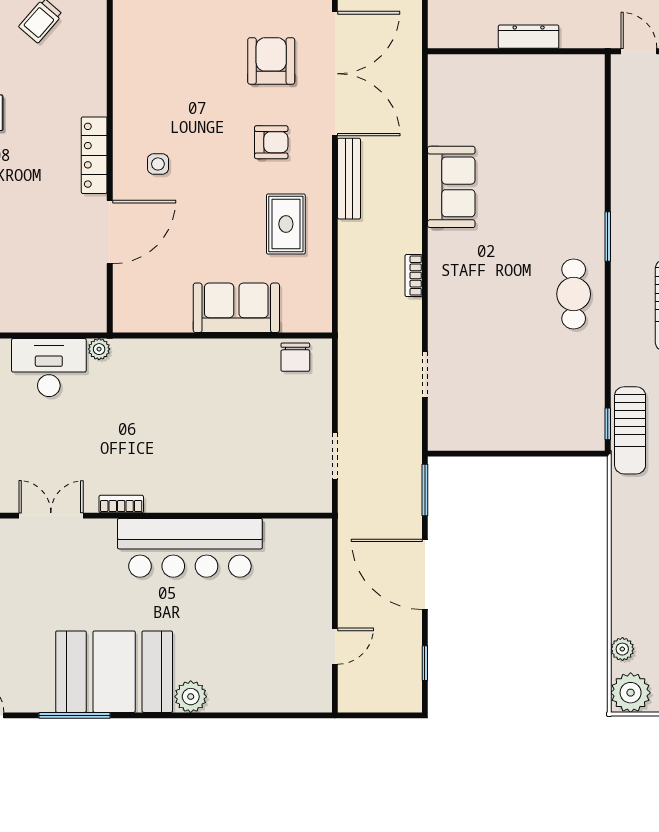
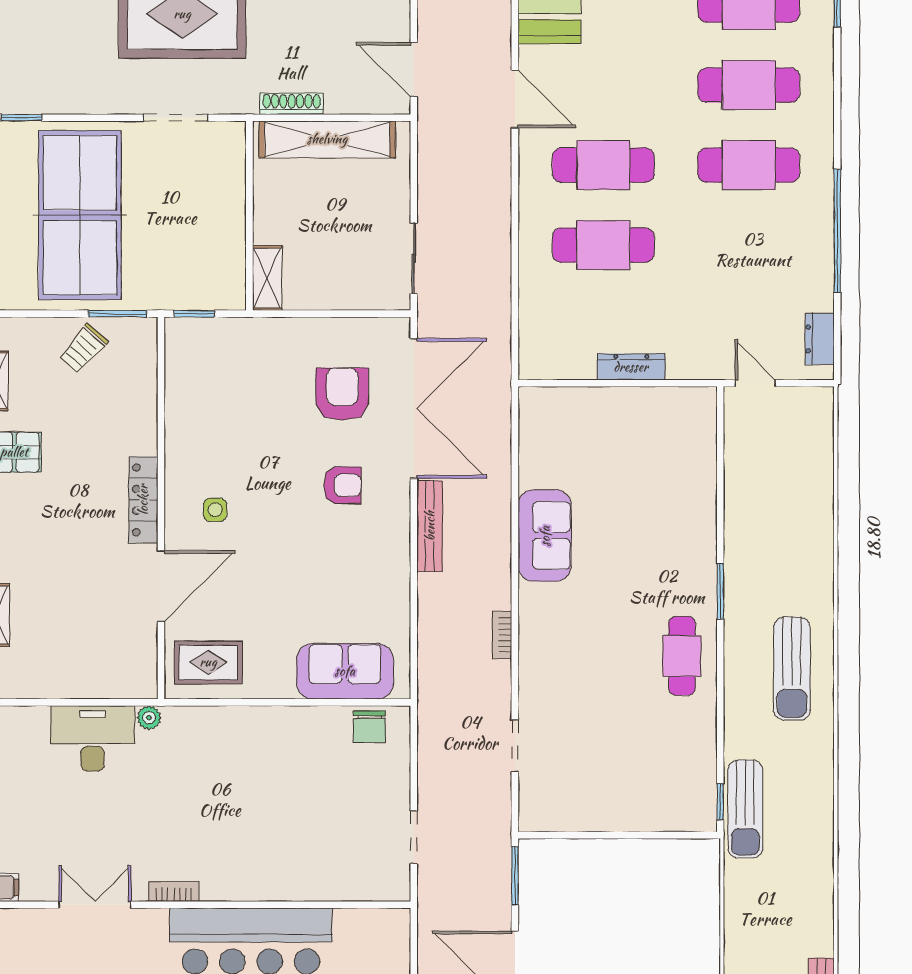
rug: (286, 224) -> (208, 662), moved, turned 90
sofa: (236, 308) -> (345, 671), moved

